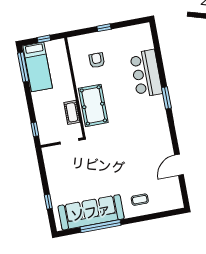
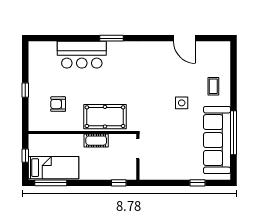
cot: (72, 112) -> (96, 141), moved
side table: (119, 173) -> (182, 103), added

